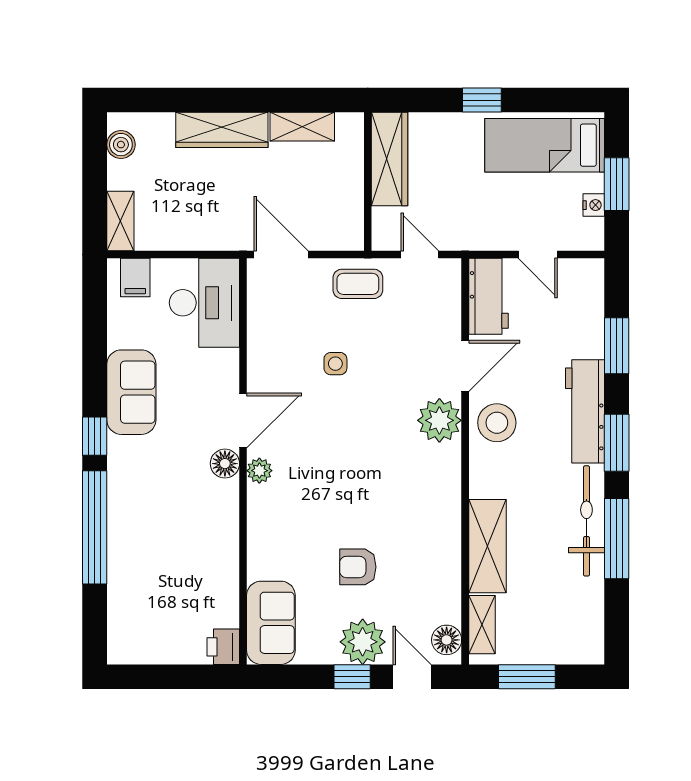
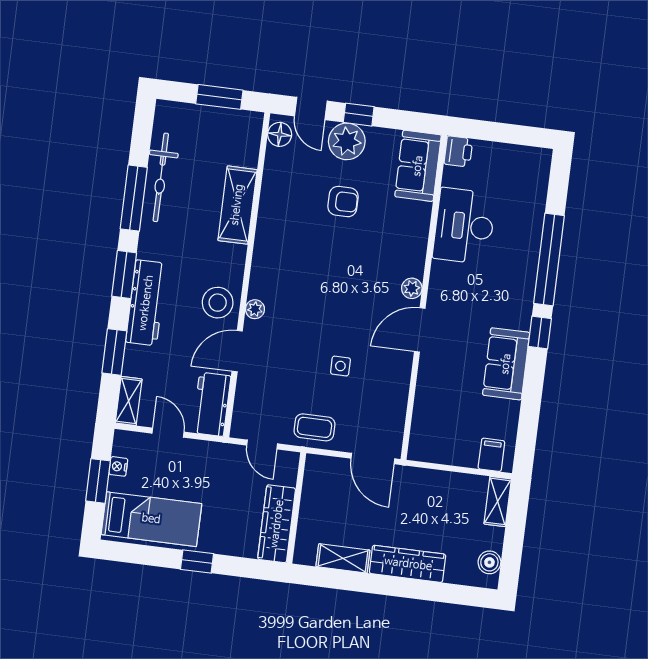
desk: (204, 303) -> (464, 226), moved
plant: (439, 420) -> (255, 309), width x0.53, depth x0.53
floor lamp: (225, 464) -> (439, 297), removed
bicycle: (586, 521) -> (161, 177), moved
shelving: (482, 625) -> (129, 401), moved

